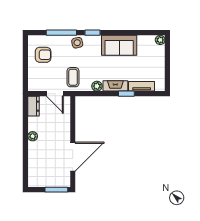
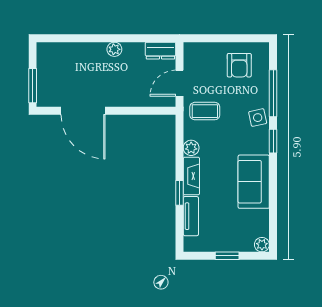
window: (167, 63) -> (227, 256), added

